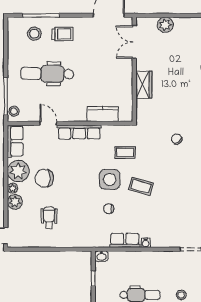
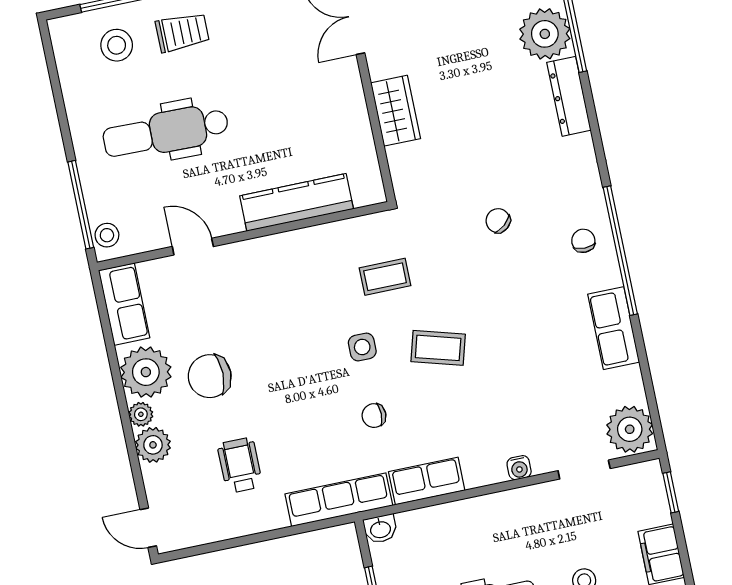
kitchen counter: (103, 114) -> (297, 202), width x1.50
row of seats: (79, 132) -> (339, 500), moved, turned 180
side table: (110, 179) -> (362, 347), width x0.54, depth x0.54
water cooler: (146, 243) -> (519, 468), moved

